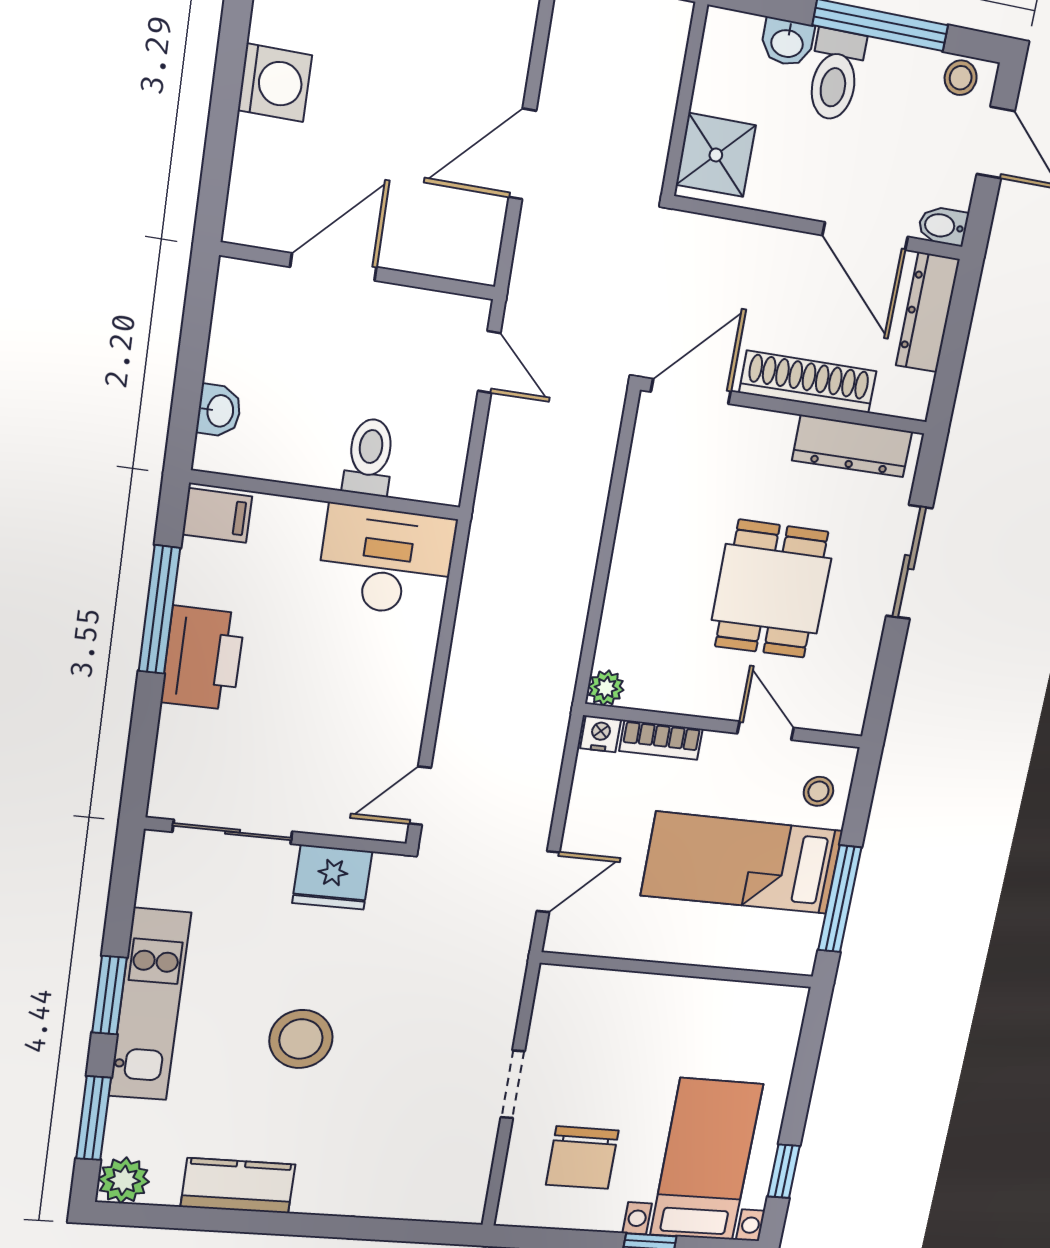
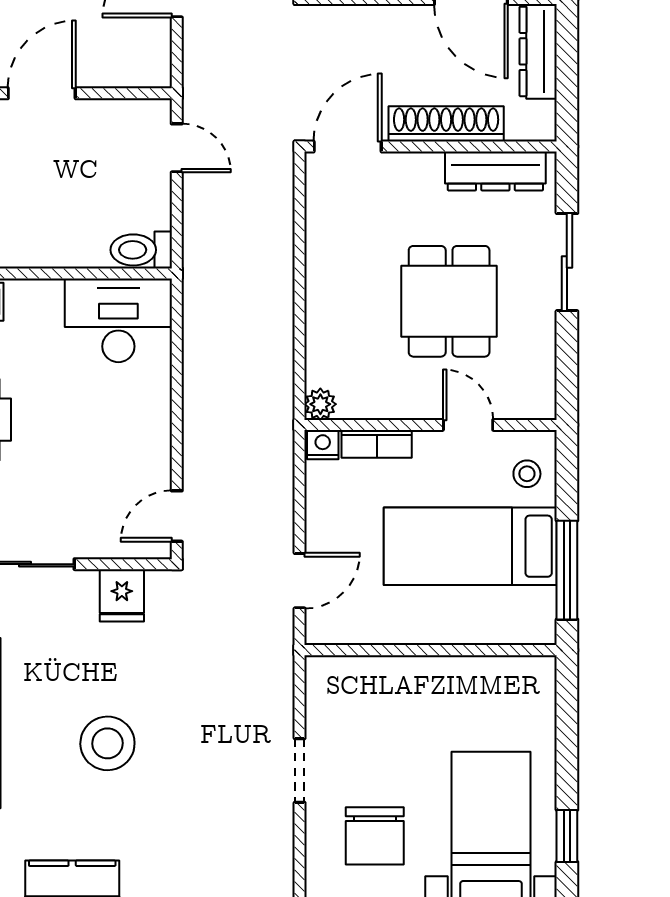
toilet: (369, 457) -> (141, 250), moved, turned -90
fridge: (332, 877) -> (122, 595), width x0.72

